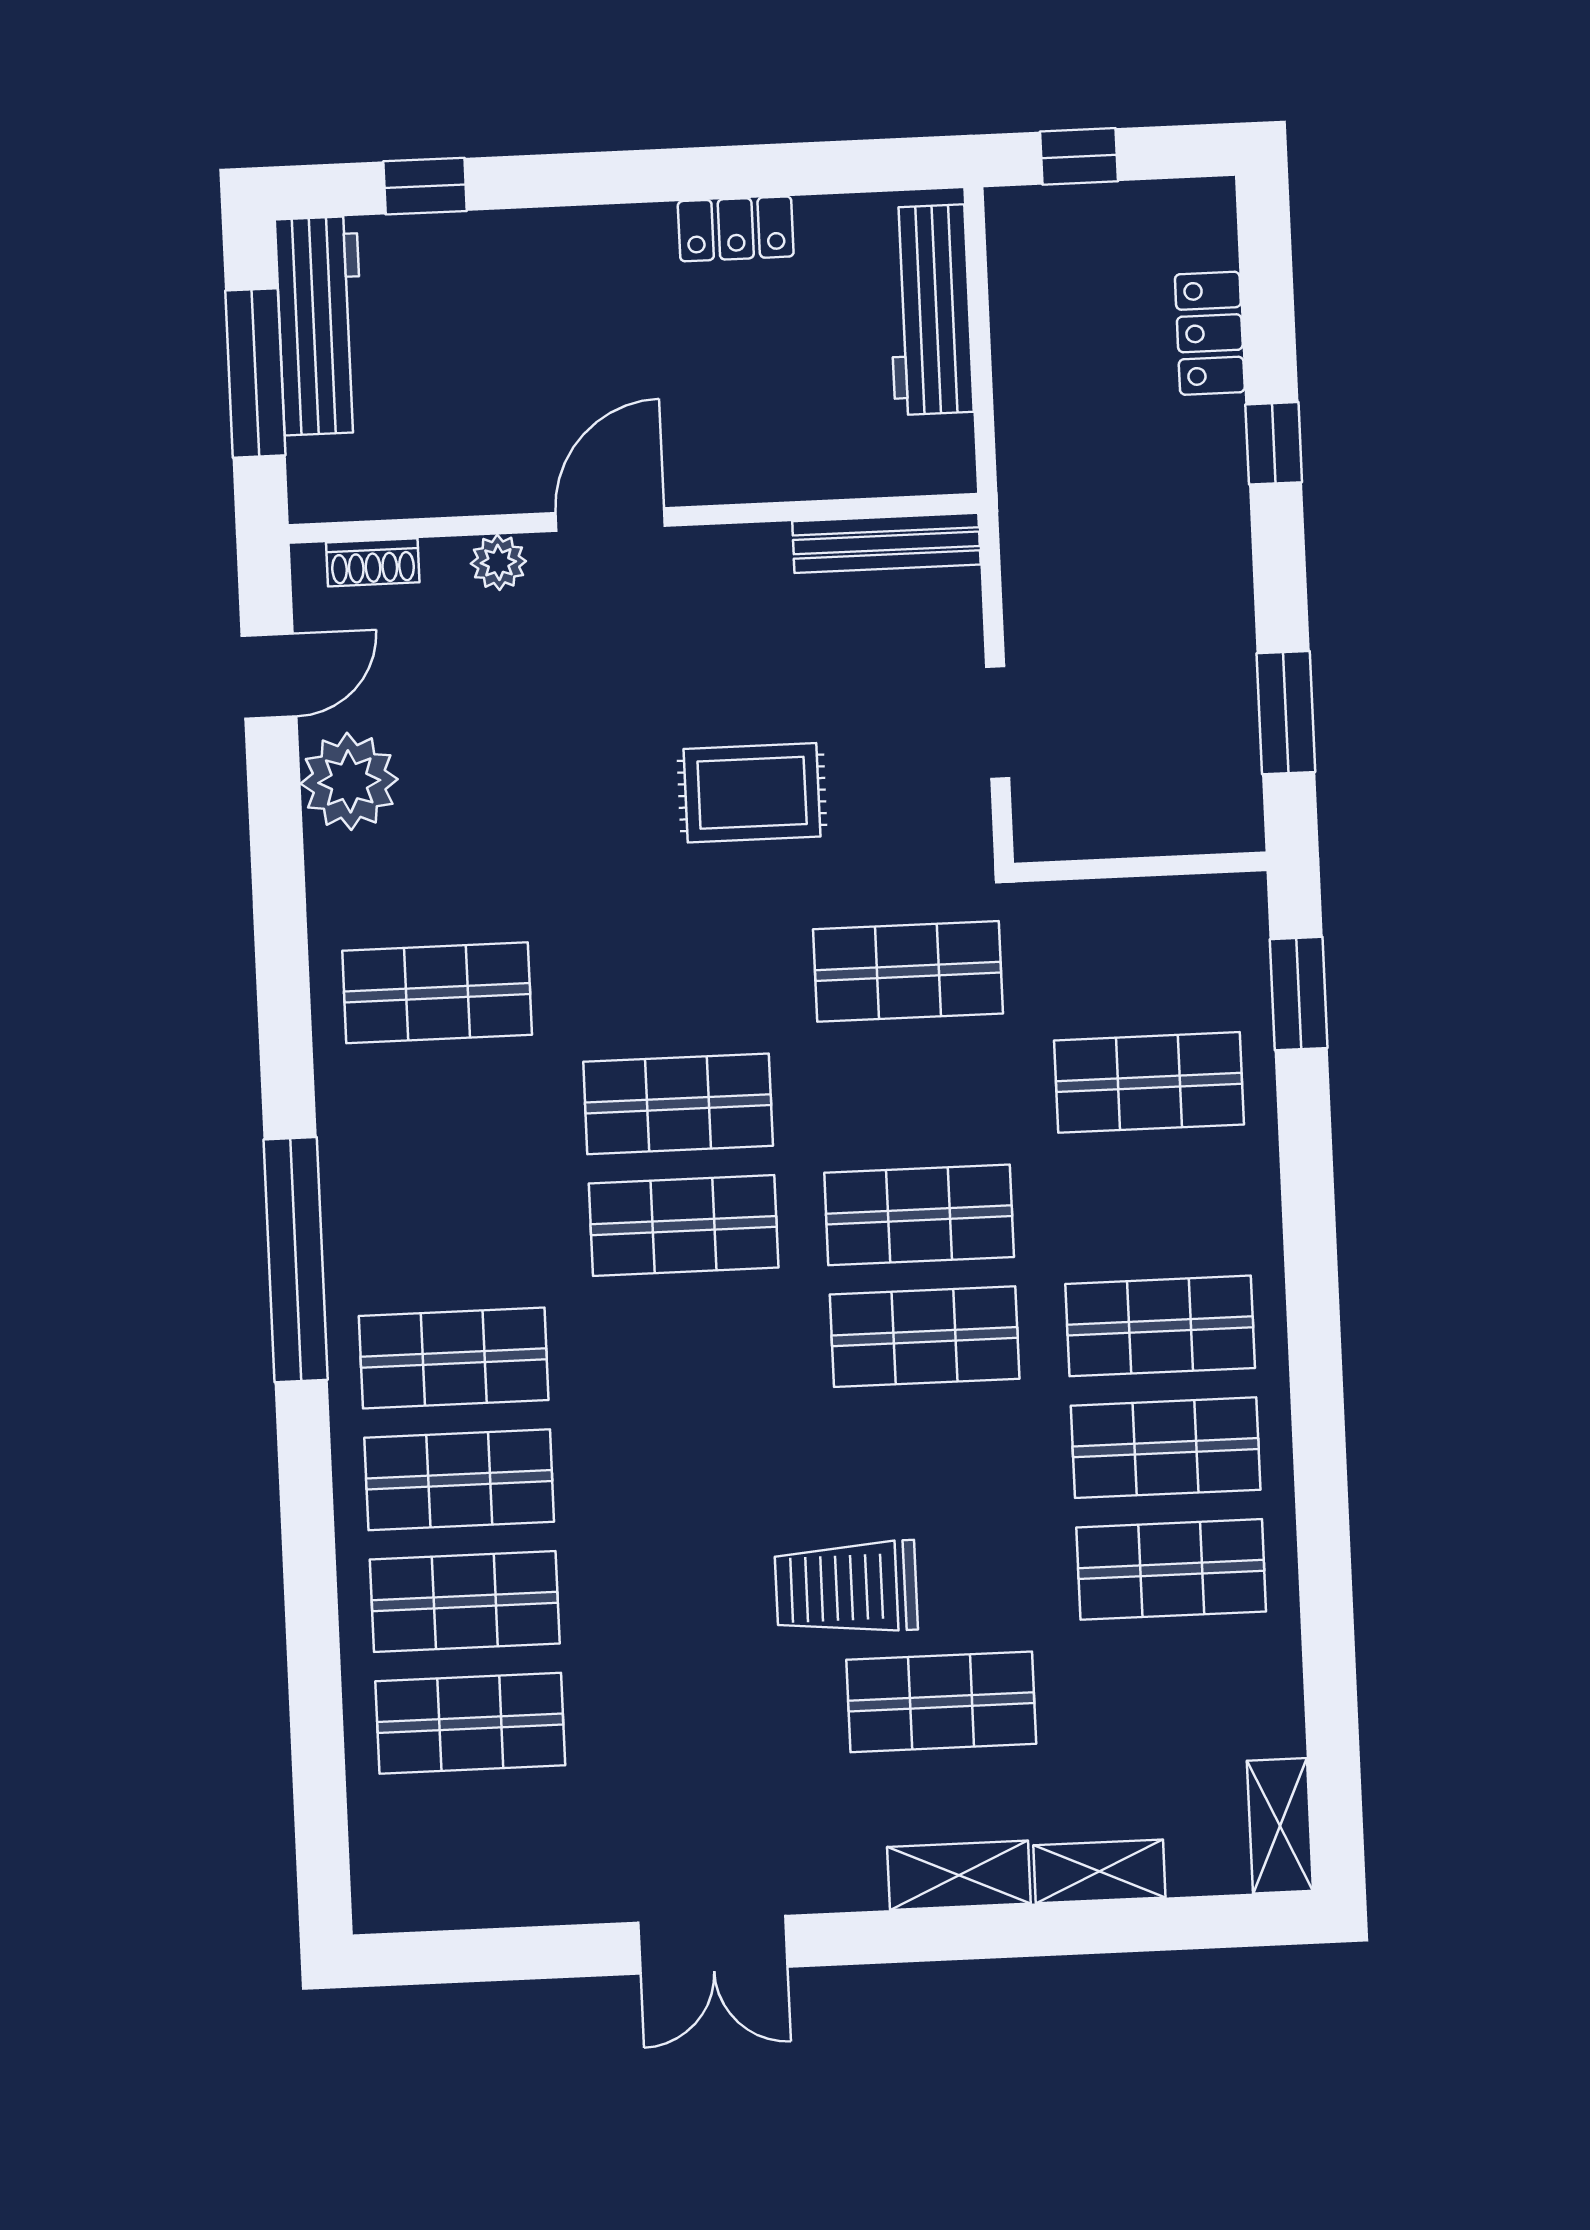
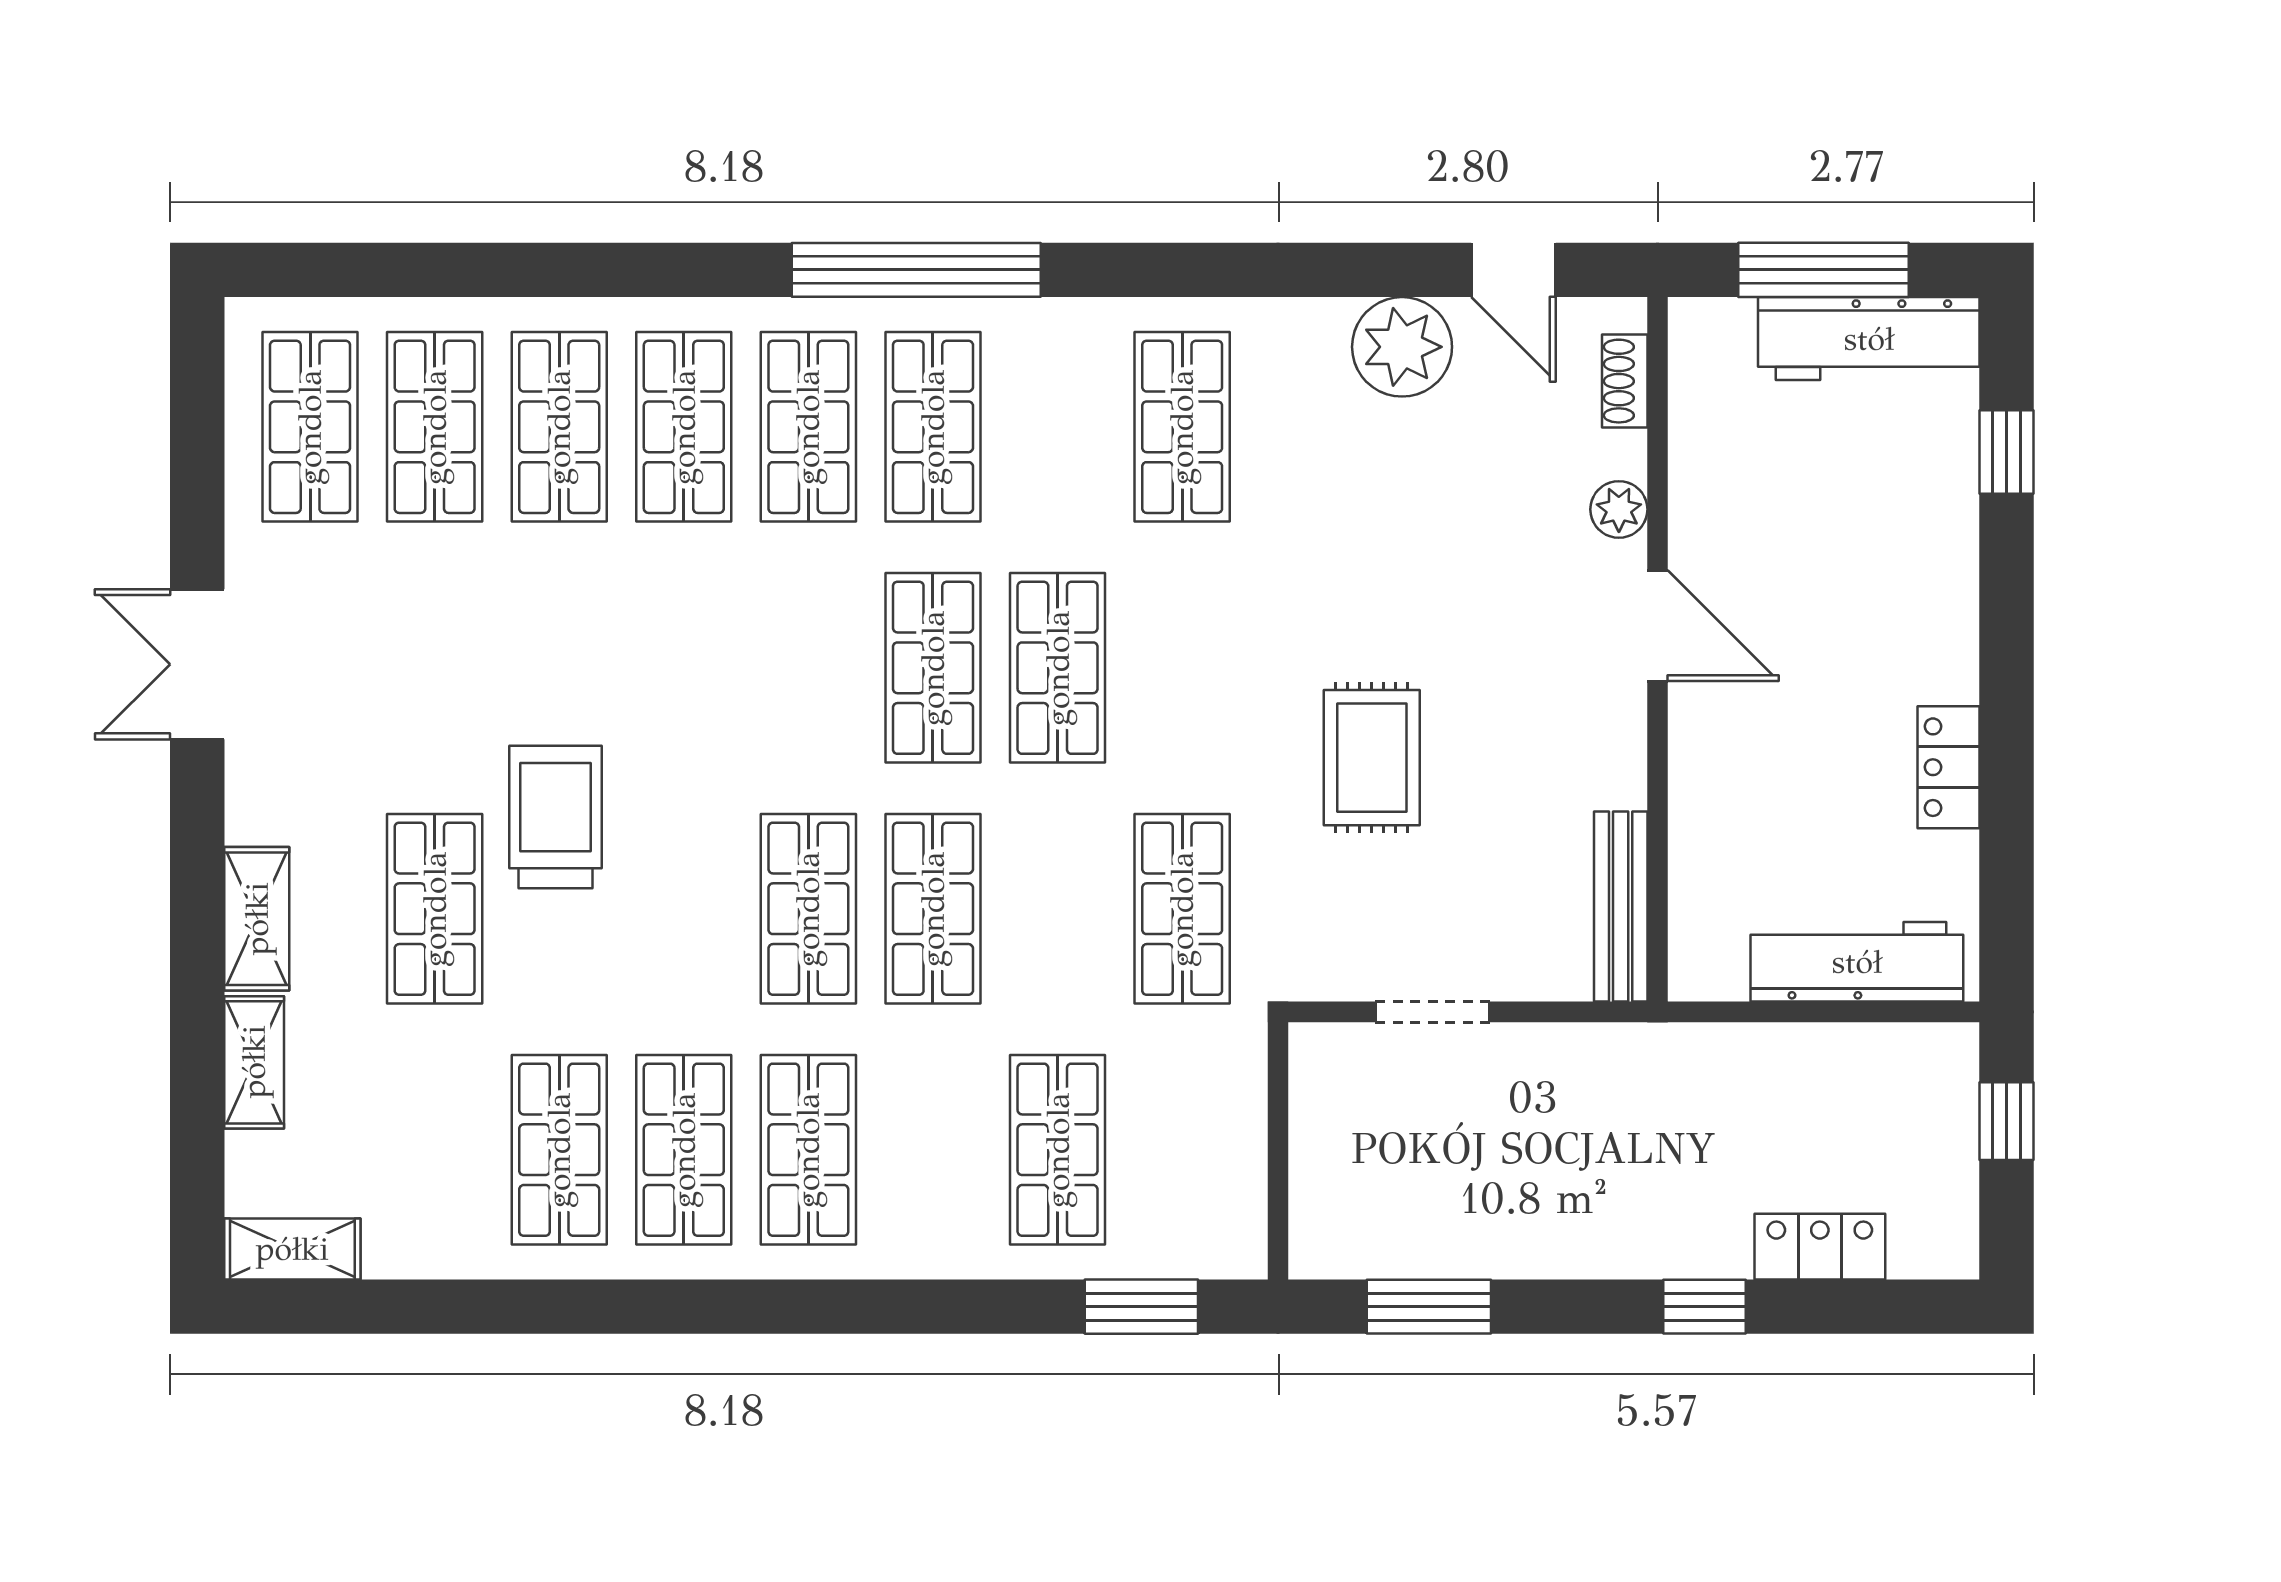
shop shelf: (448, 1236) -> (933, 427), added
shop shelf: (476, 1845) -> (310, 427), added

